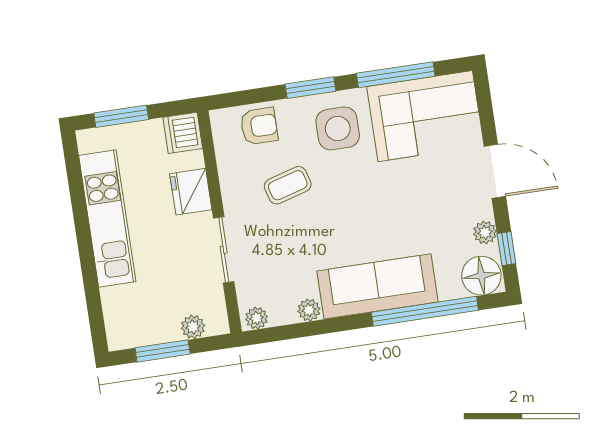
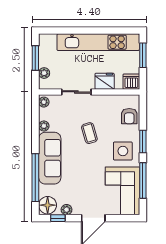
coffee table: (288, 185) -> (89, 133), moved
kitchen unit: (107, 219) -> (98, 42), width x1.36

